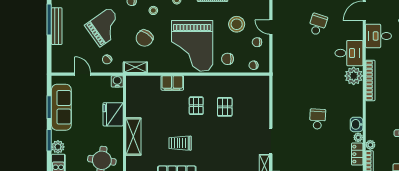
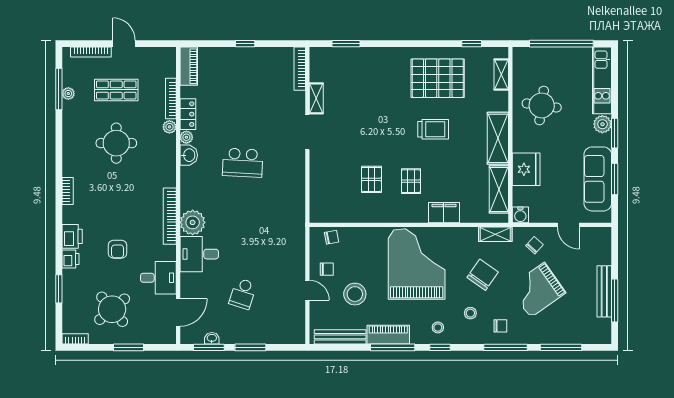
chair: (228, 59) -> (367, 246), removed
shelving: (133, 100) -> (499, 189), added
school desk: (318, 119) -> (243, 163), width x1.85

